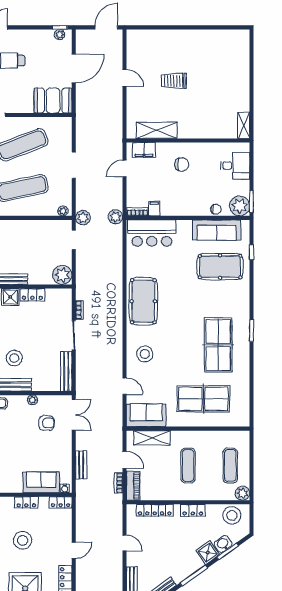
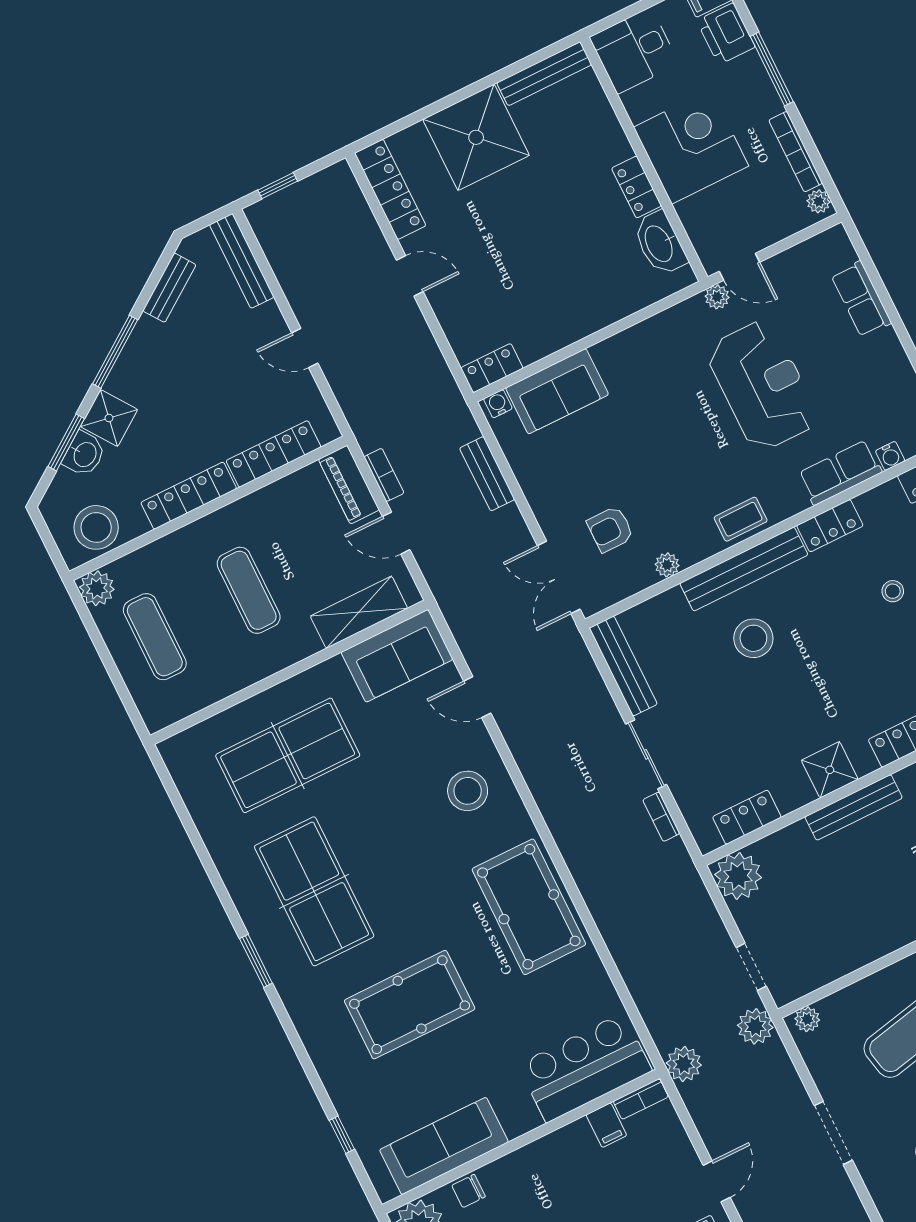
pool table: (220, 267) -> (410, 1005), moved
locker: (32, 295) -> (747, 817), moved
locker: (26, 502) -> (568, 330), removed
locker: (193, 510) -> (189, 496), width x1.53
stool: (23, 540) -> (534, 242), removed
door: (74, 550) -> (410, 276), swing flipped

